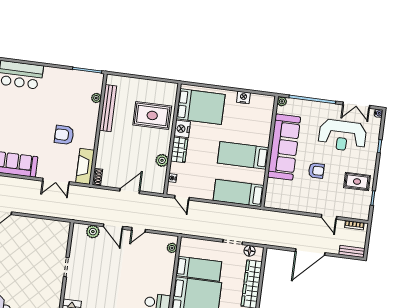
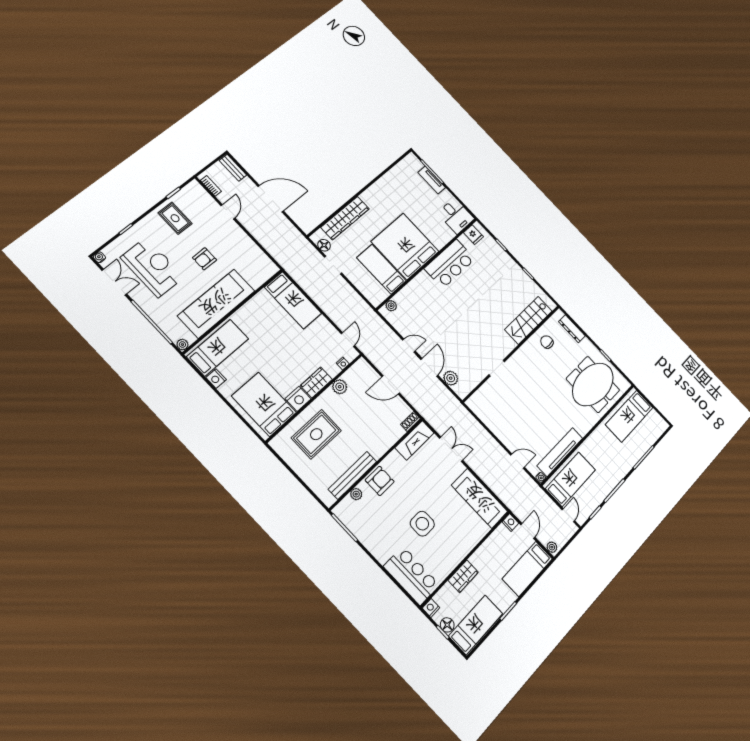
side table: (38, 115) -> (422, 524), added
rug: (152, 115) -> (316, 434), turned 90
armchair: (64, 135) -> (380, 481), moved, turned -90
bed: (243, 155) -> (218, 348), moved, turned -90
armchair: (316, 171) -> (204, 259), turned -90

